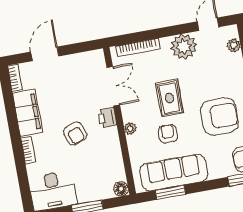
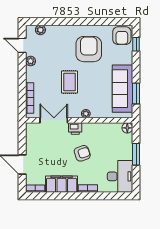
plant: (184, 47) -> (31, 61), width x0.53, depth x0.53
rug: (169, 98) -> (69, 82), turned 90
armchair: (168, 134) -> (94, 88), removed

